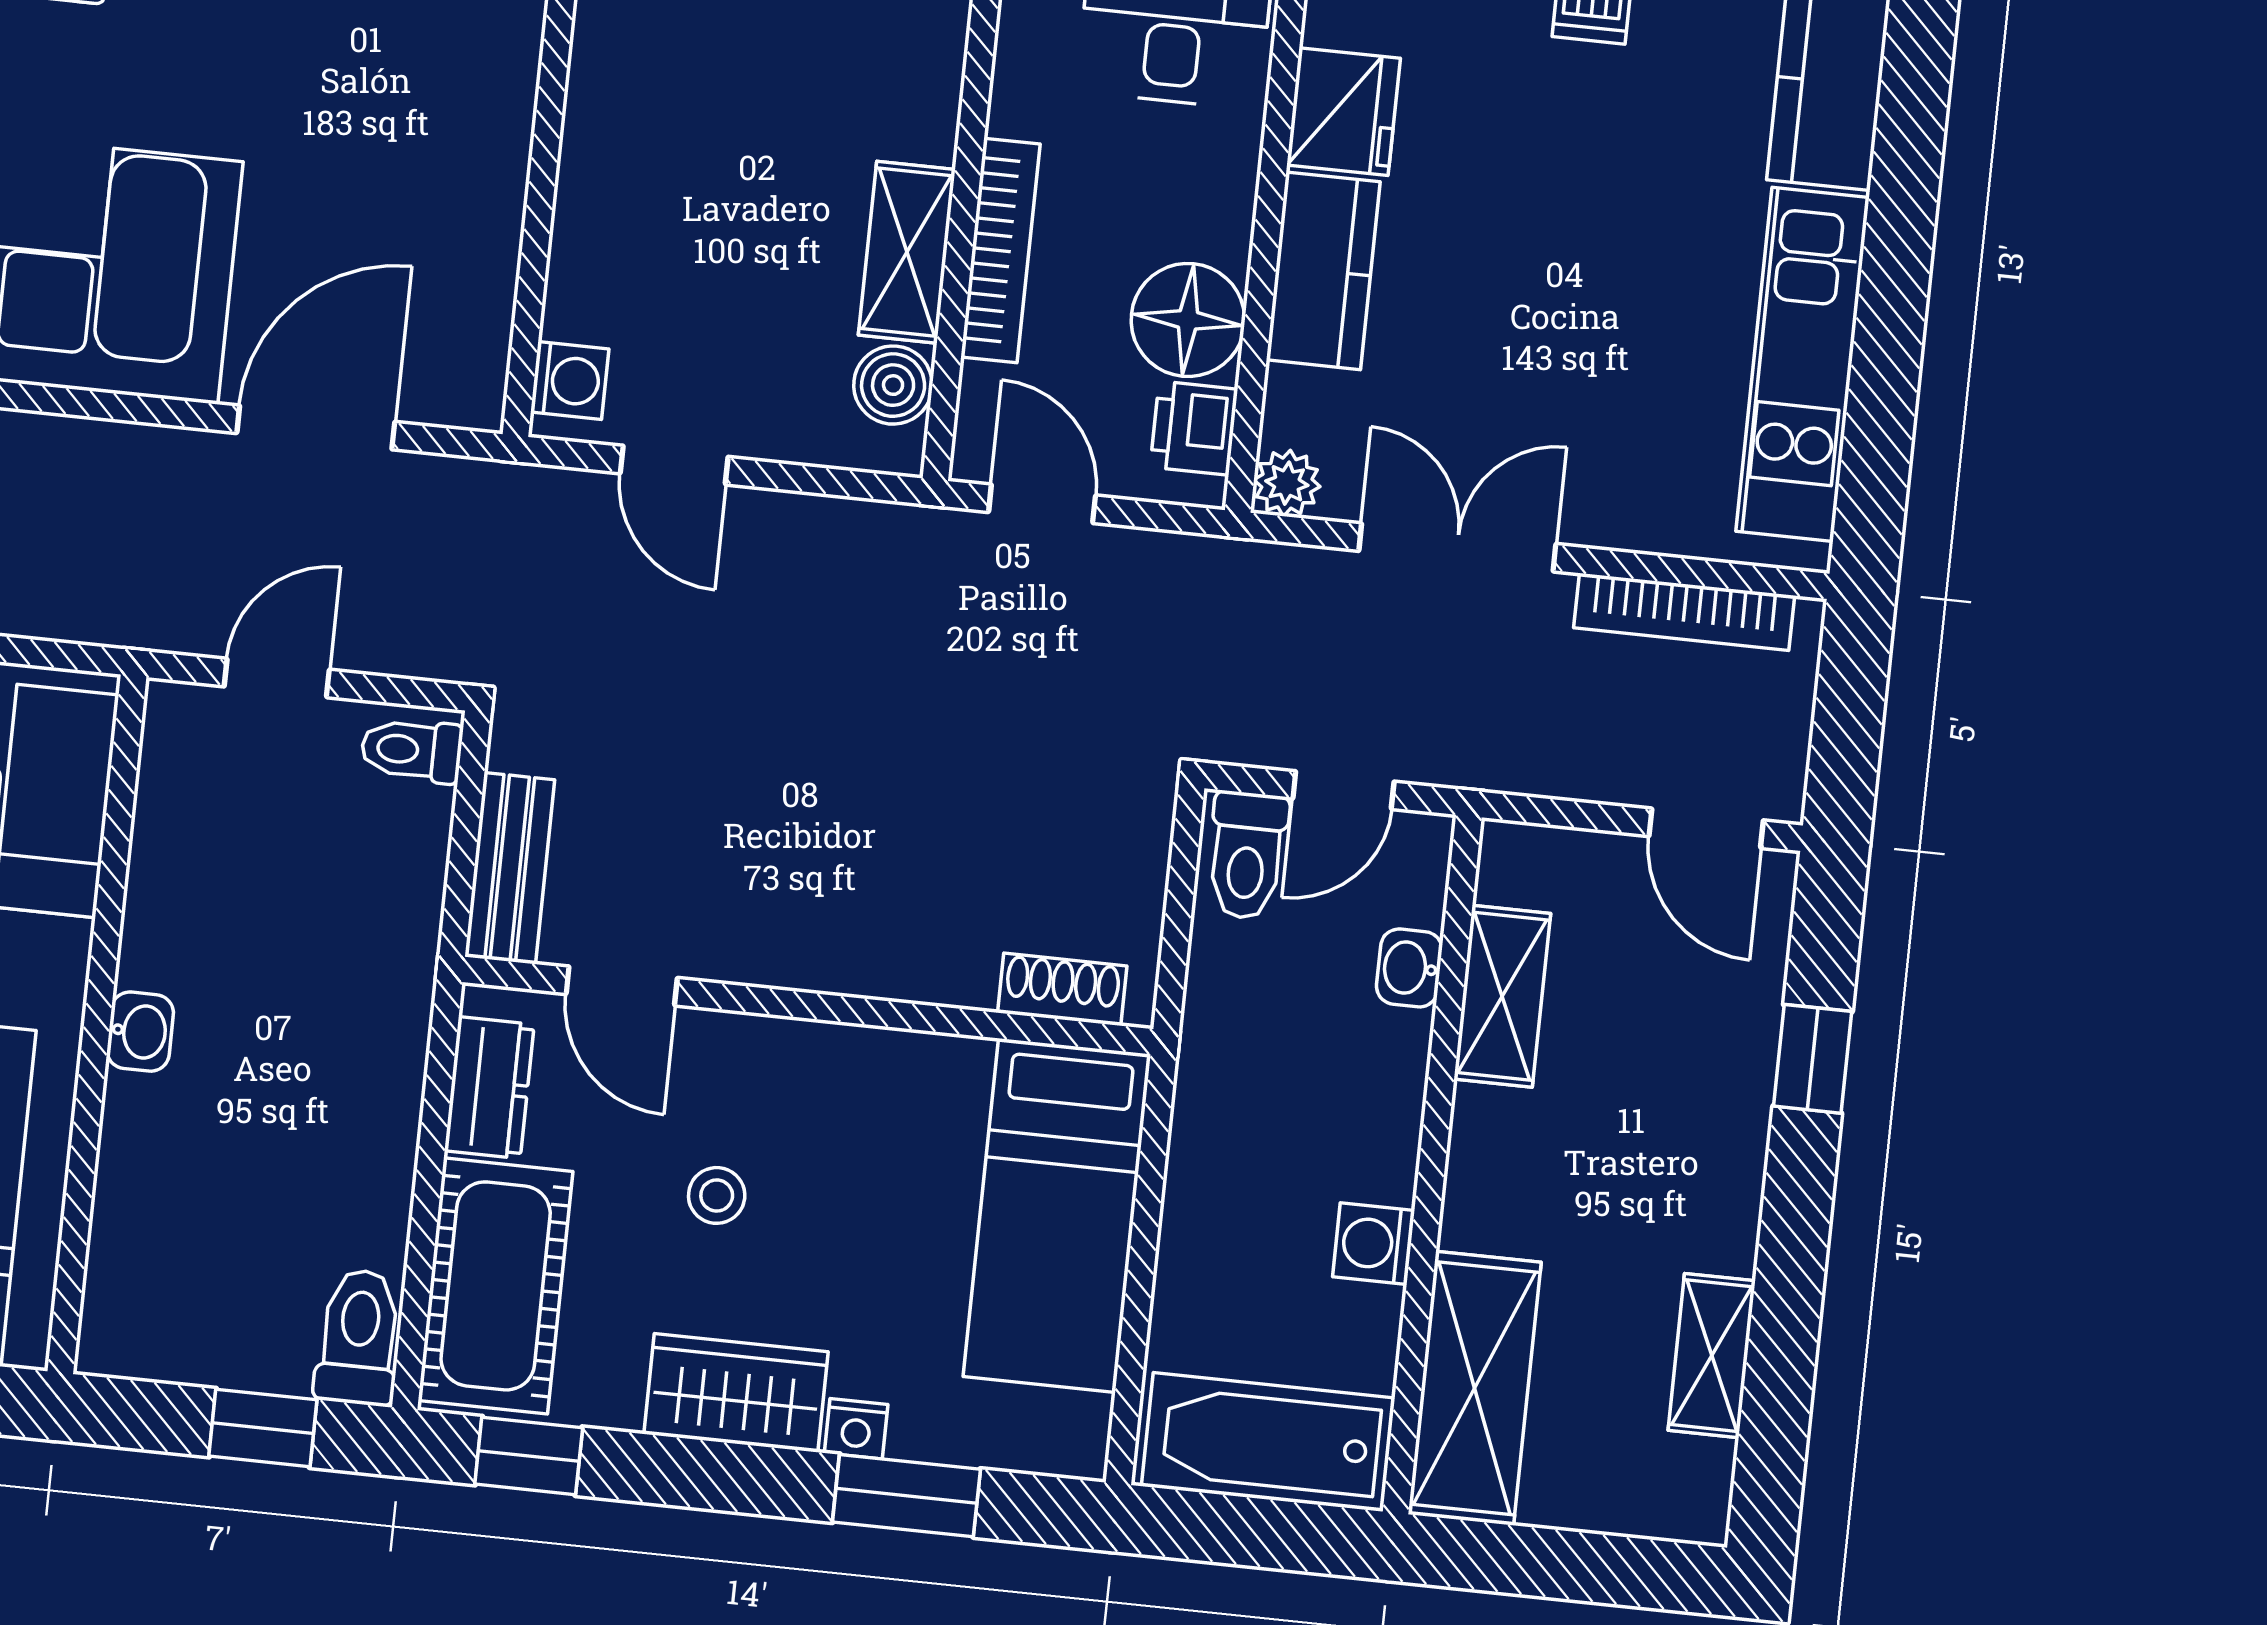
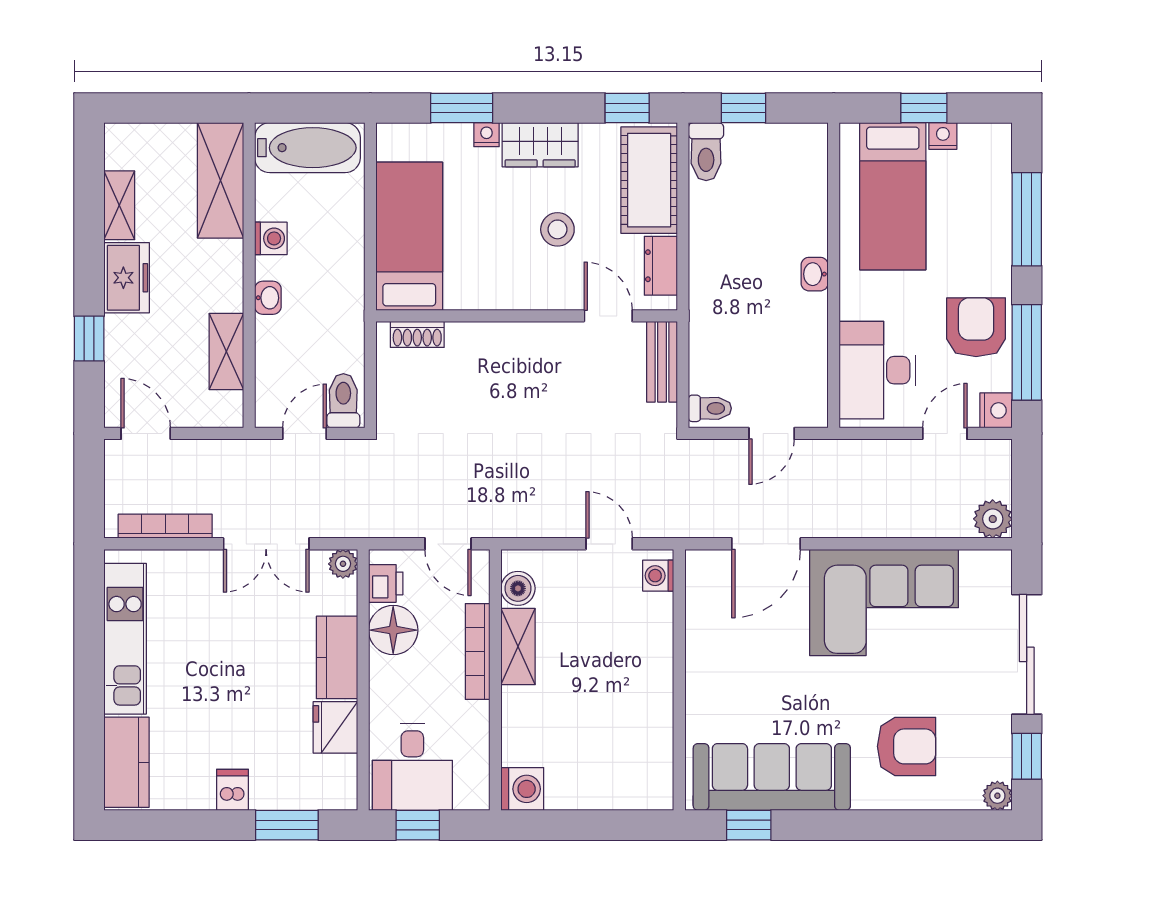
washbasin: (1409, 968) -> (268, 298), moved
freezer: (1712, 1188) -> (127, 278), added
stool: (717, 1195) -> (557, 229), width x1.37, depth x1.37

